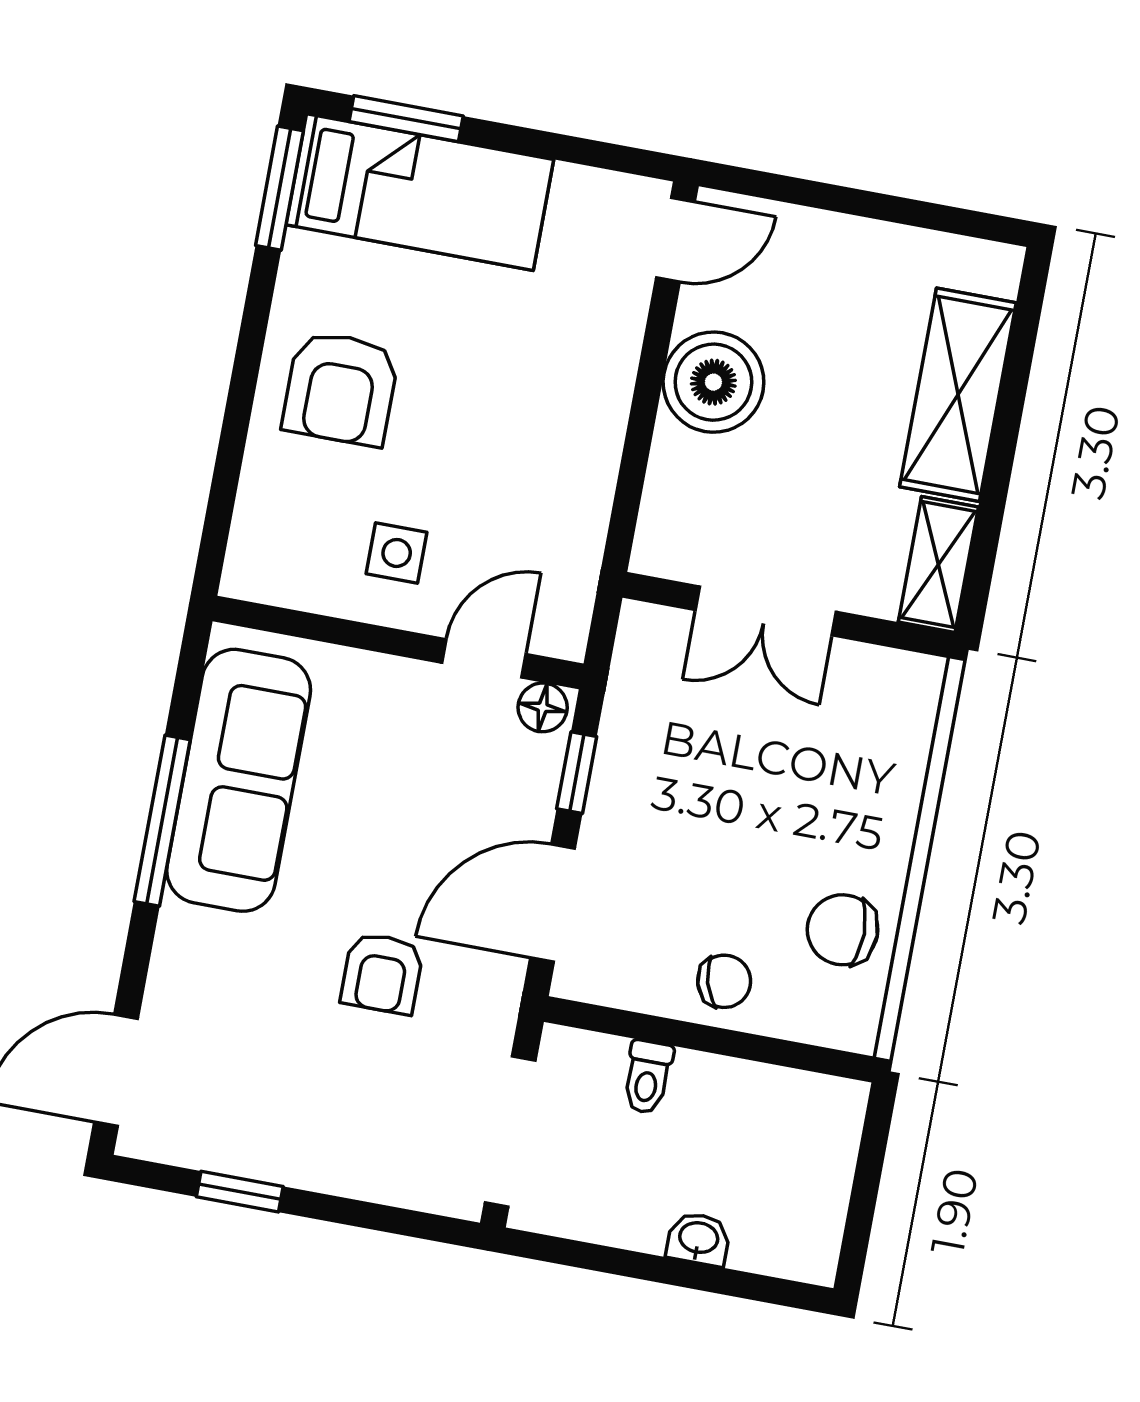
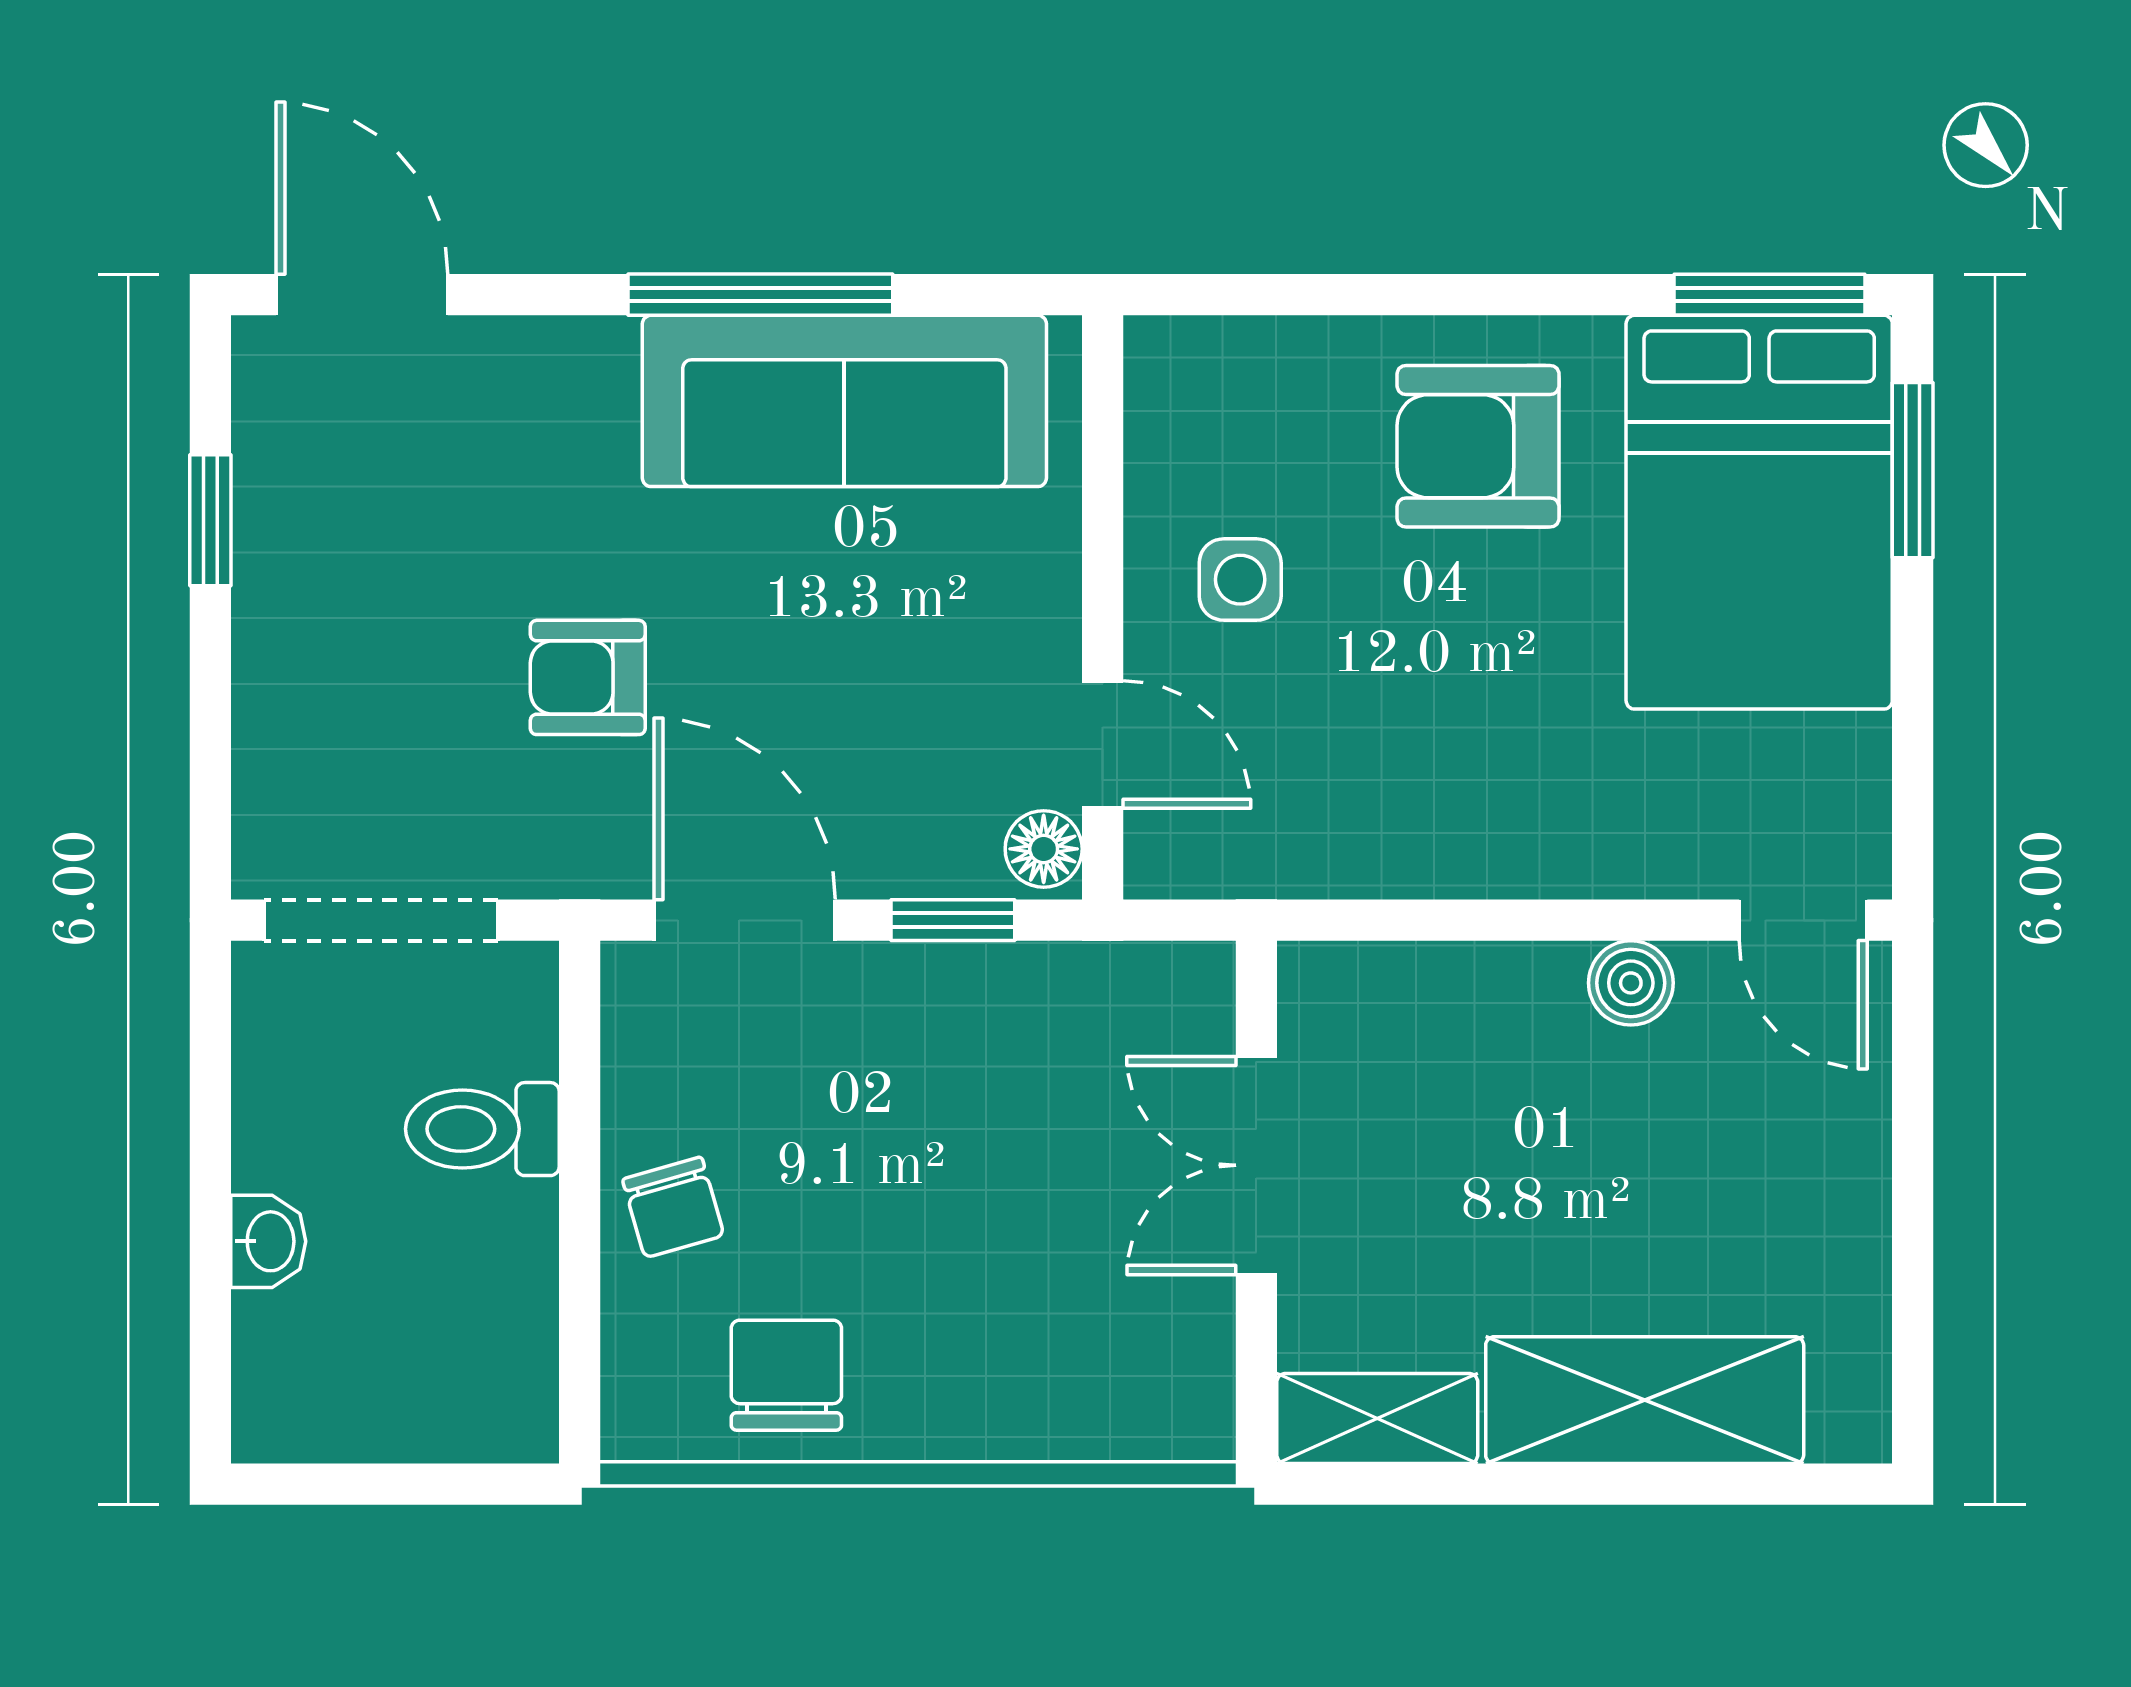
bed: (420, 192) -> (1759, 512), width x1.50
boiler: (713, 382) -> (1631, 983), width x0.54, depth x0.54
toilet: (648, 1077) -> (482, 1129), width x1.37, depth x1.39

